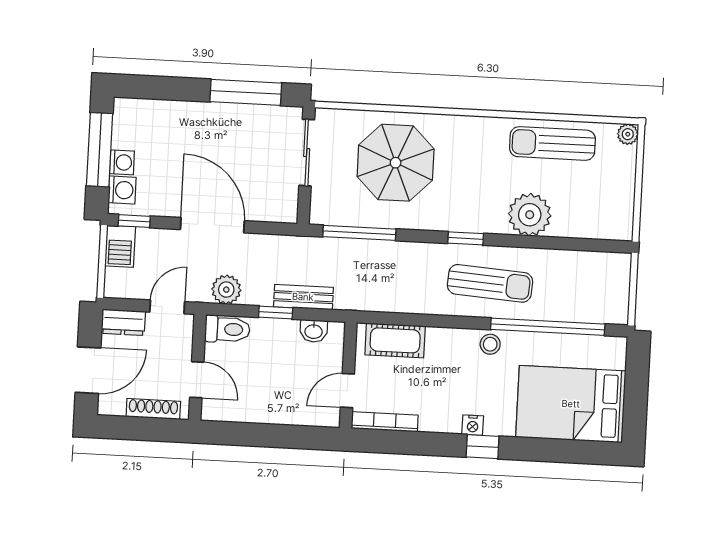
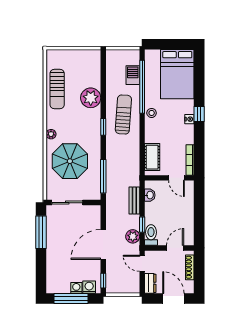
plant: (628, 134) -> (51, 134), moved
barbecue: (120, 246) -> (133, 75), moved, turned -90
window: (276, 313) -> (142, 225), moved

